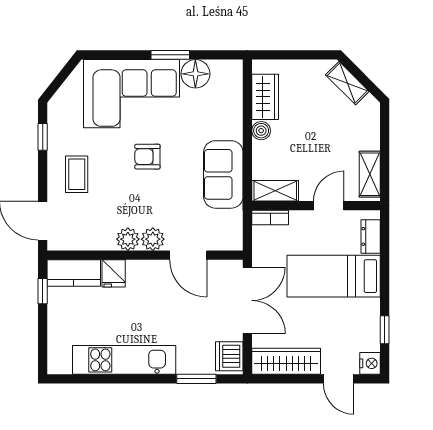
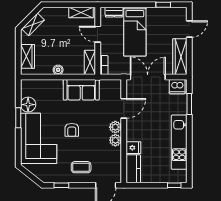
wardrobe: (265, 97) -> (27, 56), moved, turned 90
window: (43, 291) -> (174, 185), moved
nightstand: (370, 363) -> (181, 12), removed

